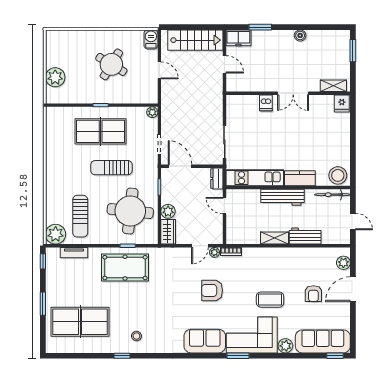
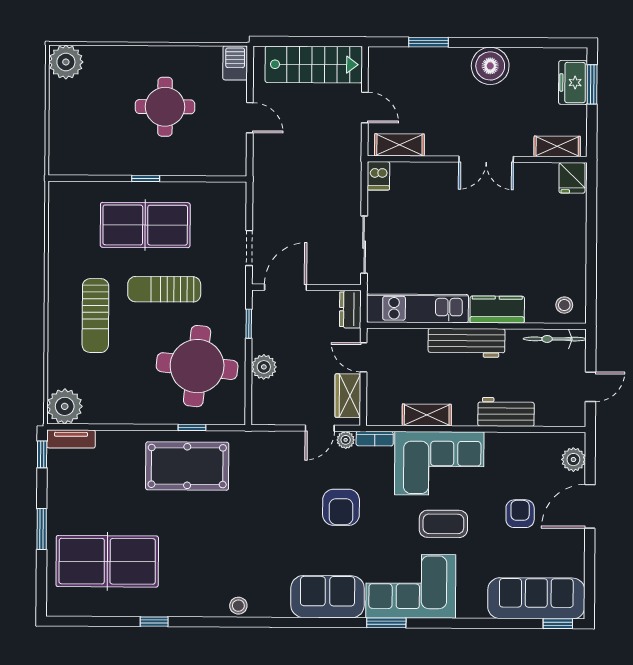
boiler: (300, 35) -> (490, 66), width x1.86, depth x1.86
freezer: (238, 38) -> (573, 83), moved, turned 90
round table: (111, 64) -> (165, 107), turned -31
plant: (55, 77) -> (66, 62), moved
shelving: (244, 85) -> (399, 145), added
dishwasher: (266, 103) -> (378, 176), moved
plant: (152, 112) -> (237, 192), removed
door: (180, 166) -> (286, 287), hinge flipped
stool: (338, 175) -> (564, 305), width x0.53, depth x0.53
sun lounger: (80, 216) -> (95, 316), moved
door: (353, 222) -> (591, 387), hinge flipped
wardrobe: (168, 232) -> (348, 396), moved, turned 180
shelving: (274, 238) -> (427, 415), moved
tv unit: (74, 253) -> (71, 439), moved
corner sofa: (268, 265) -> (439, 463), added
armchair: (212, 290) -> (341, 507), turned -90
armchair: (313, 294) -> (520, 514), turned 180
stool: (136, 336) -> (238, 606), moved
plant: (285, 346) -> (470, 606), removed
window: (122, 356) -> (154, 622), moved

